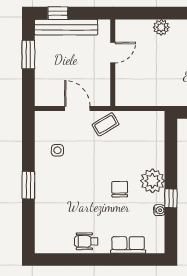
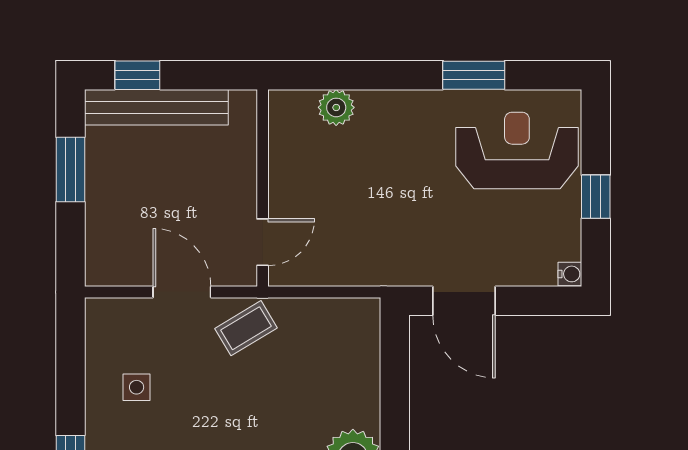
plant: (161, 27) -> (336, 107), moved
door: (113, 53) -> (263, 242), moved

